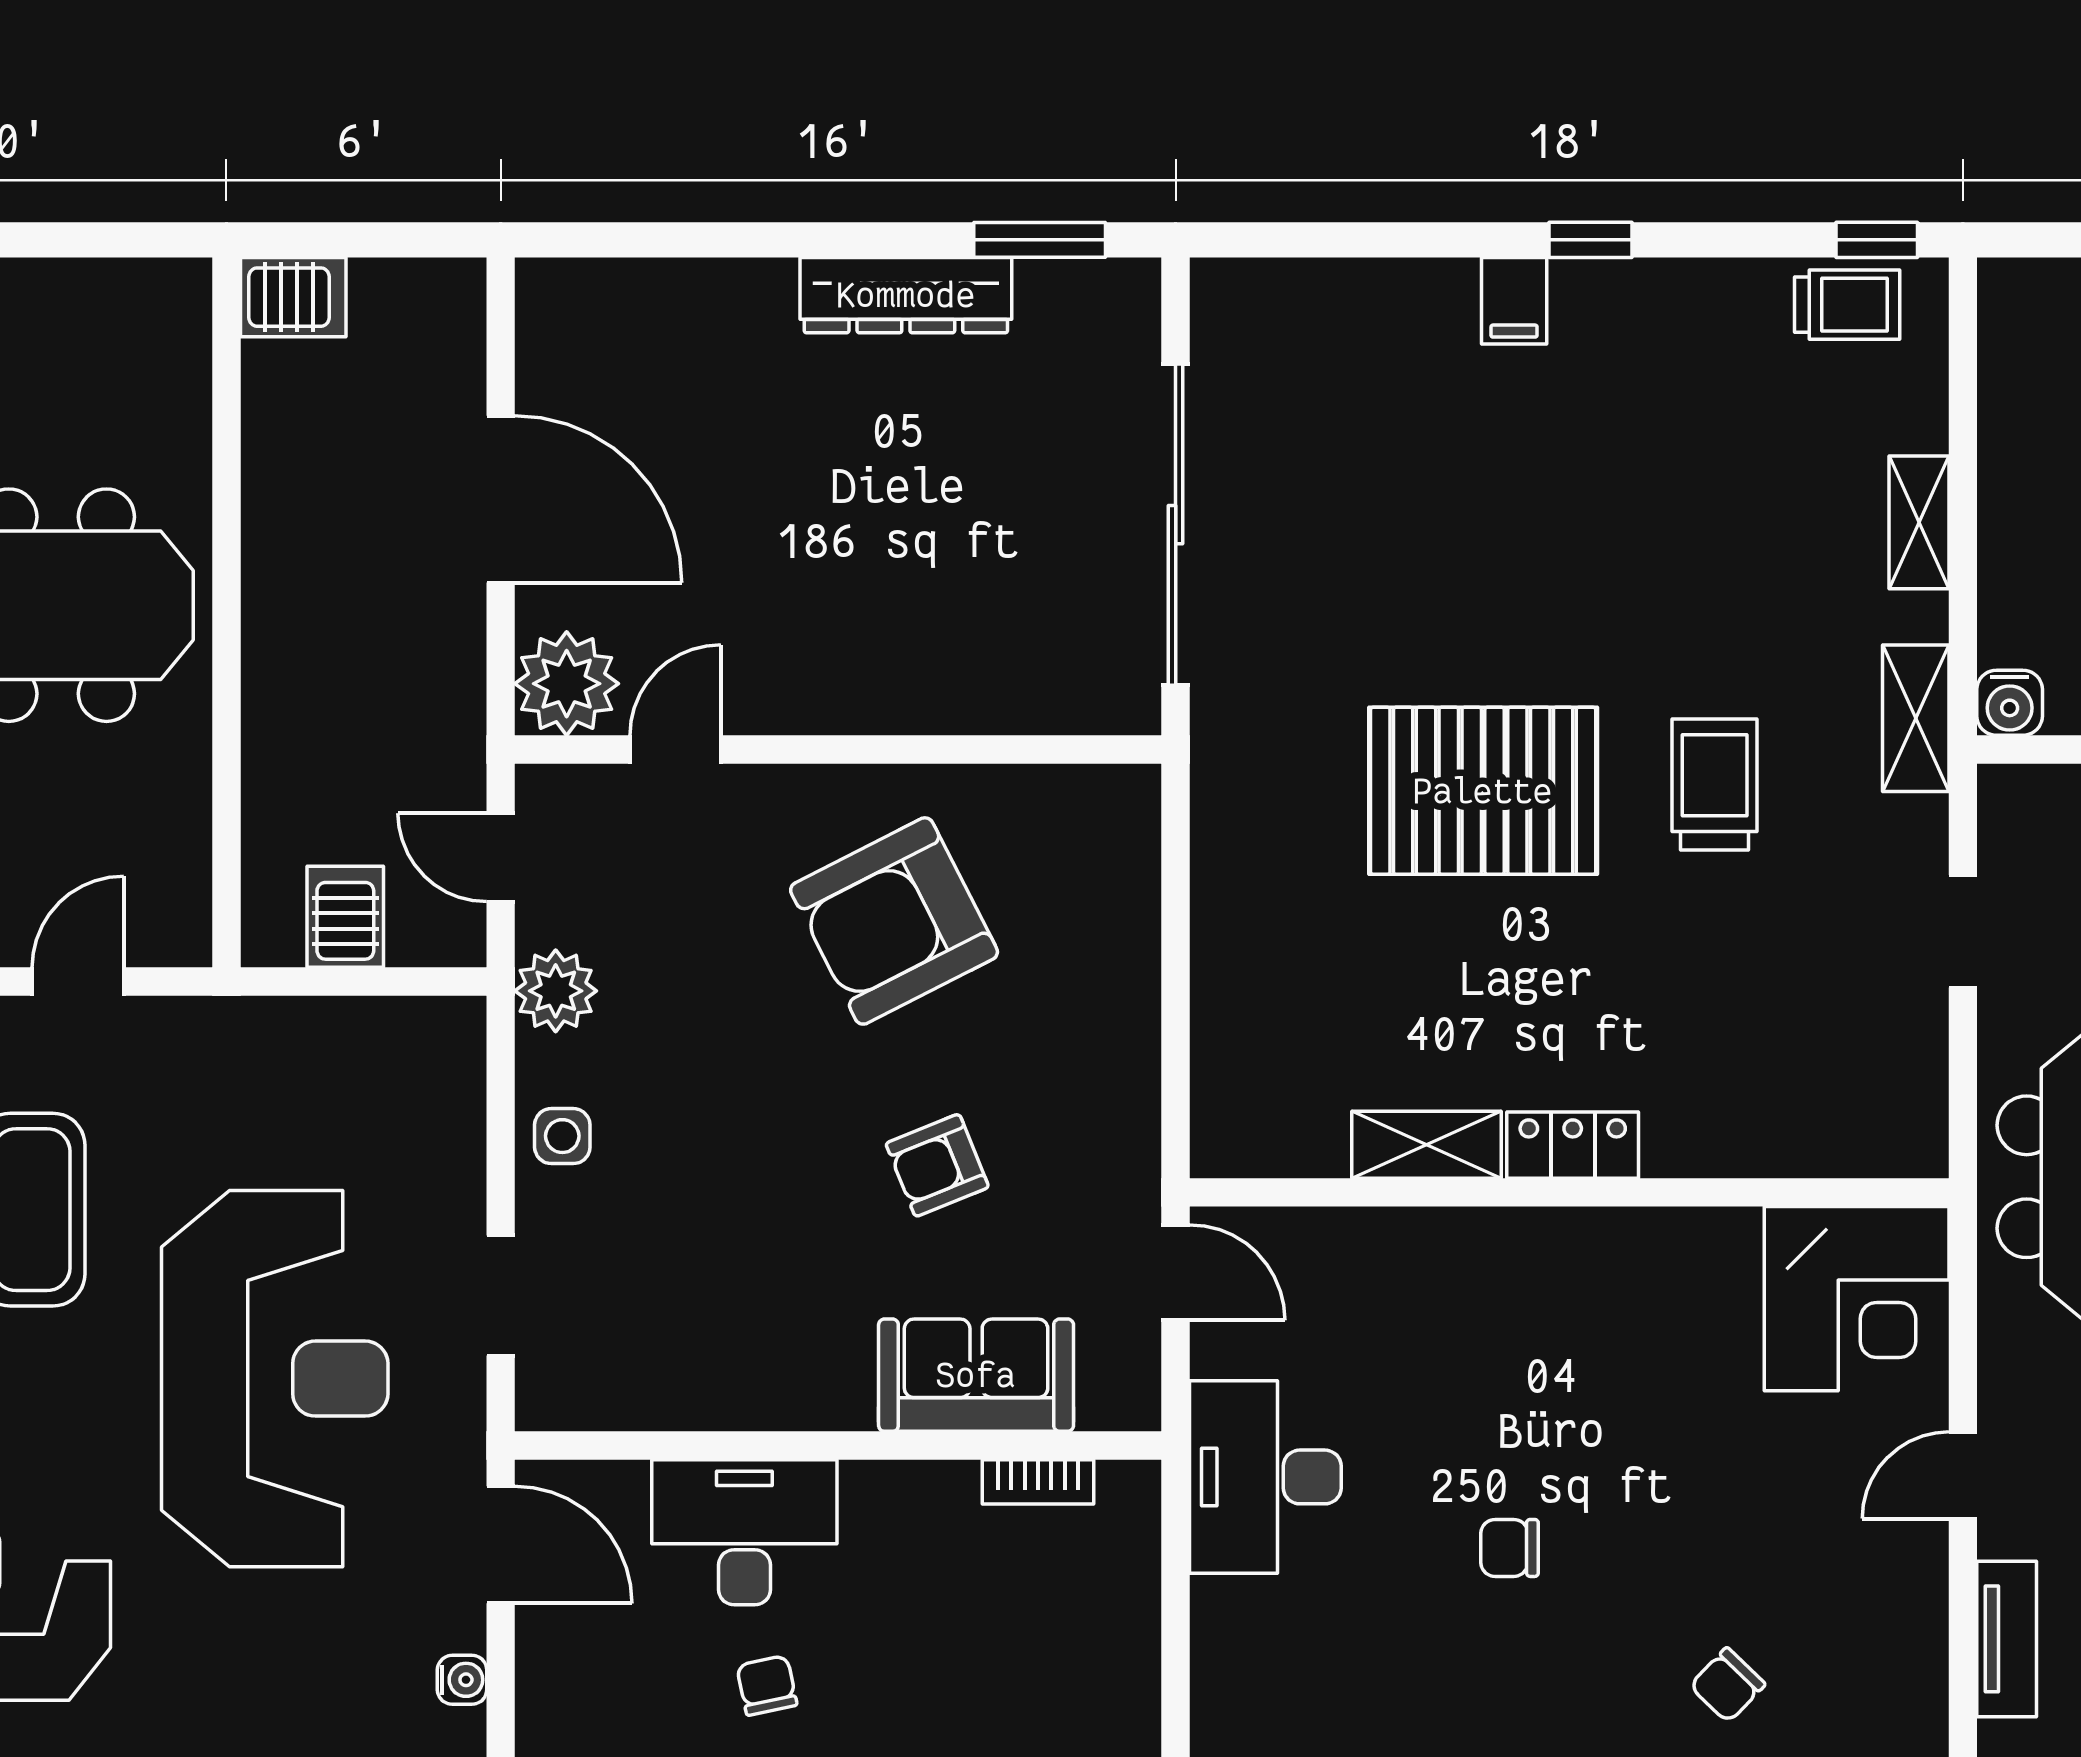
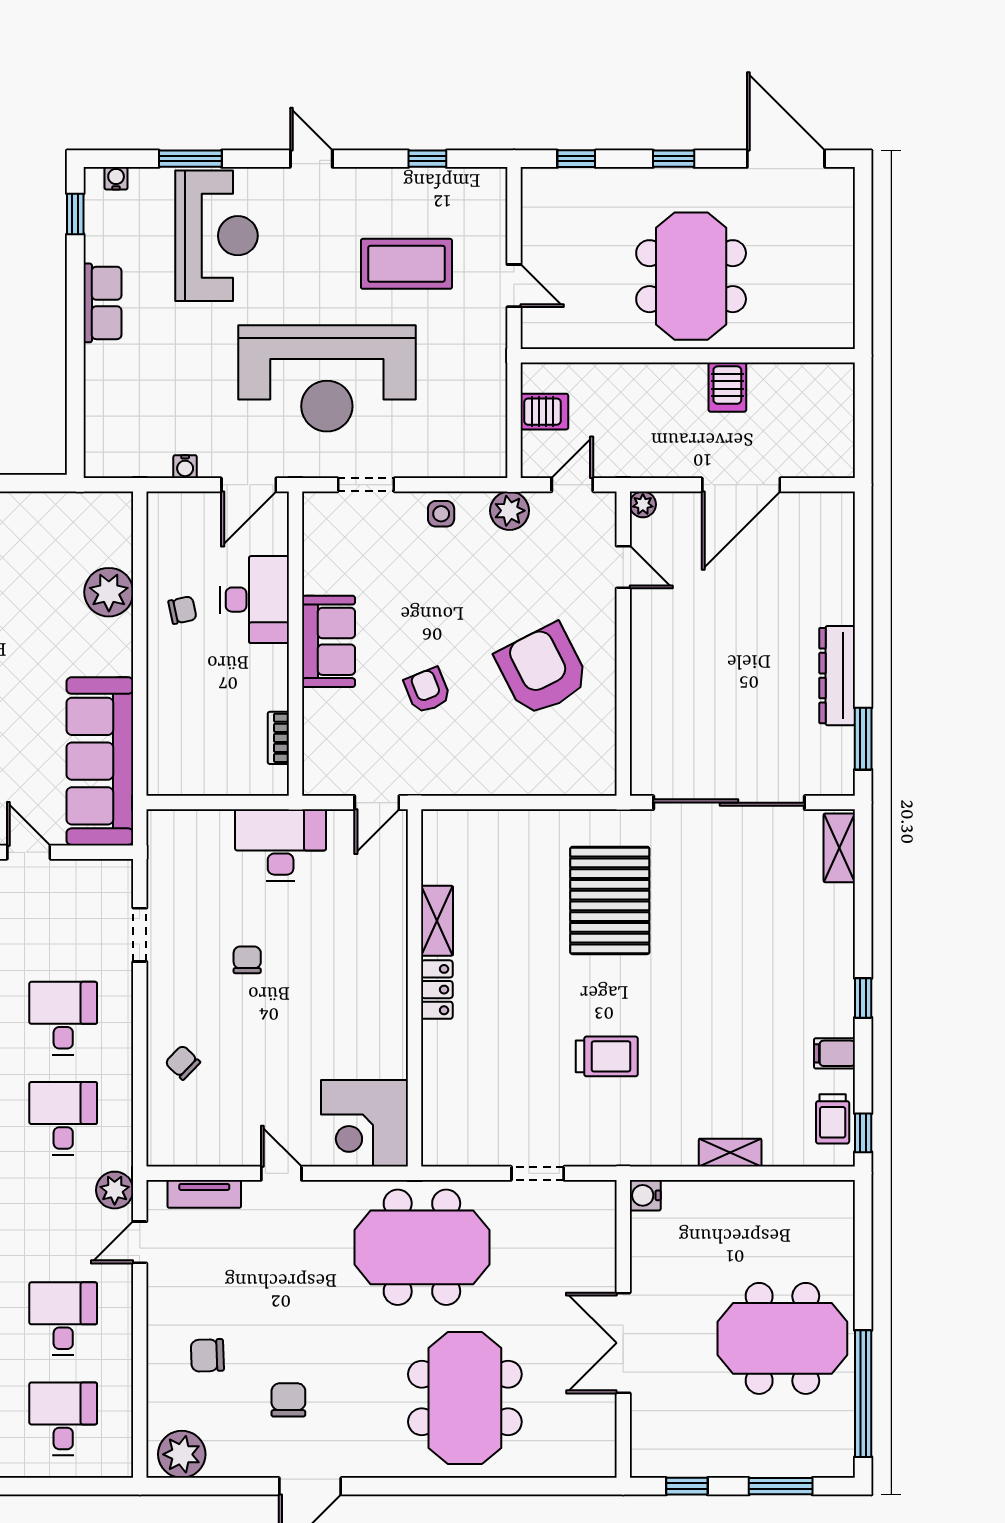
server rack: (293, 297) -> (727, 387), moved
filing cabinet: (1514, 301) -> (834, 1053), moved
plant: (567, 684) -> (643, 504), width x0.53, depth x0.53
shelving: (1916, 718) -> (839, 848), moved, turned 90
pallet: (1483, 791) -> (610, 900), moved
sofa: (976, 1375) -> (329, 641), moved

